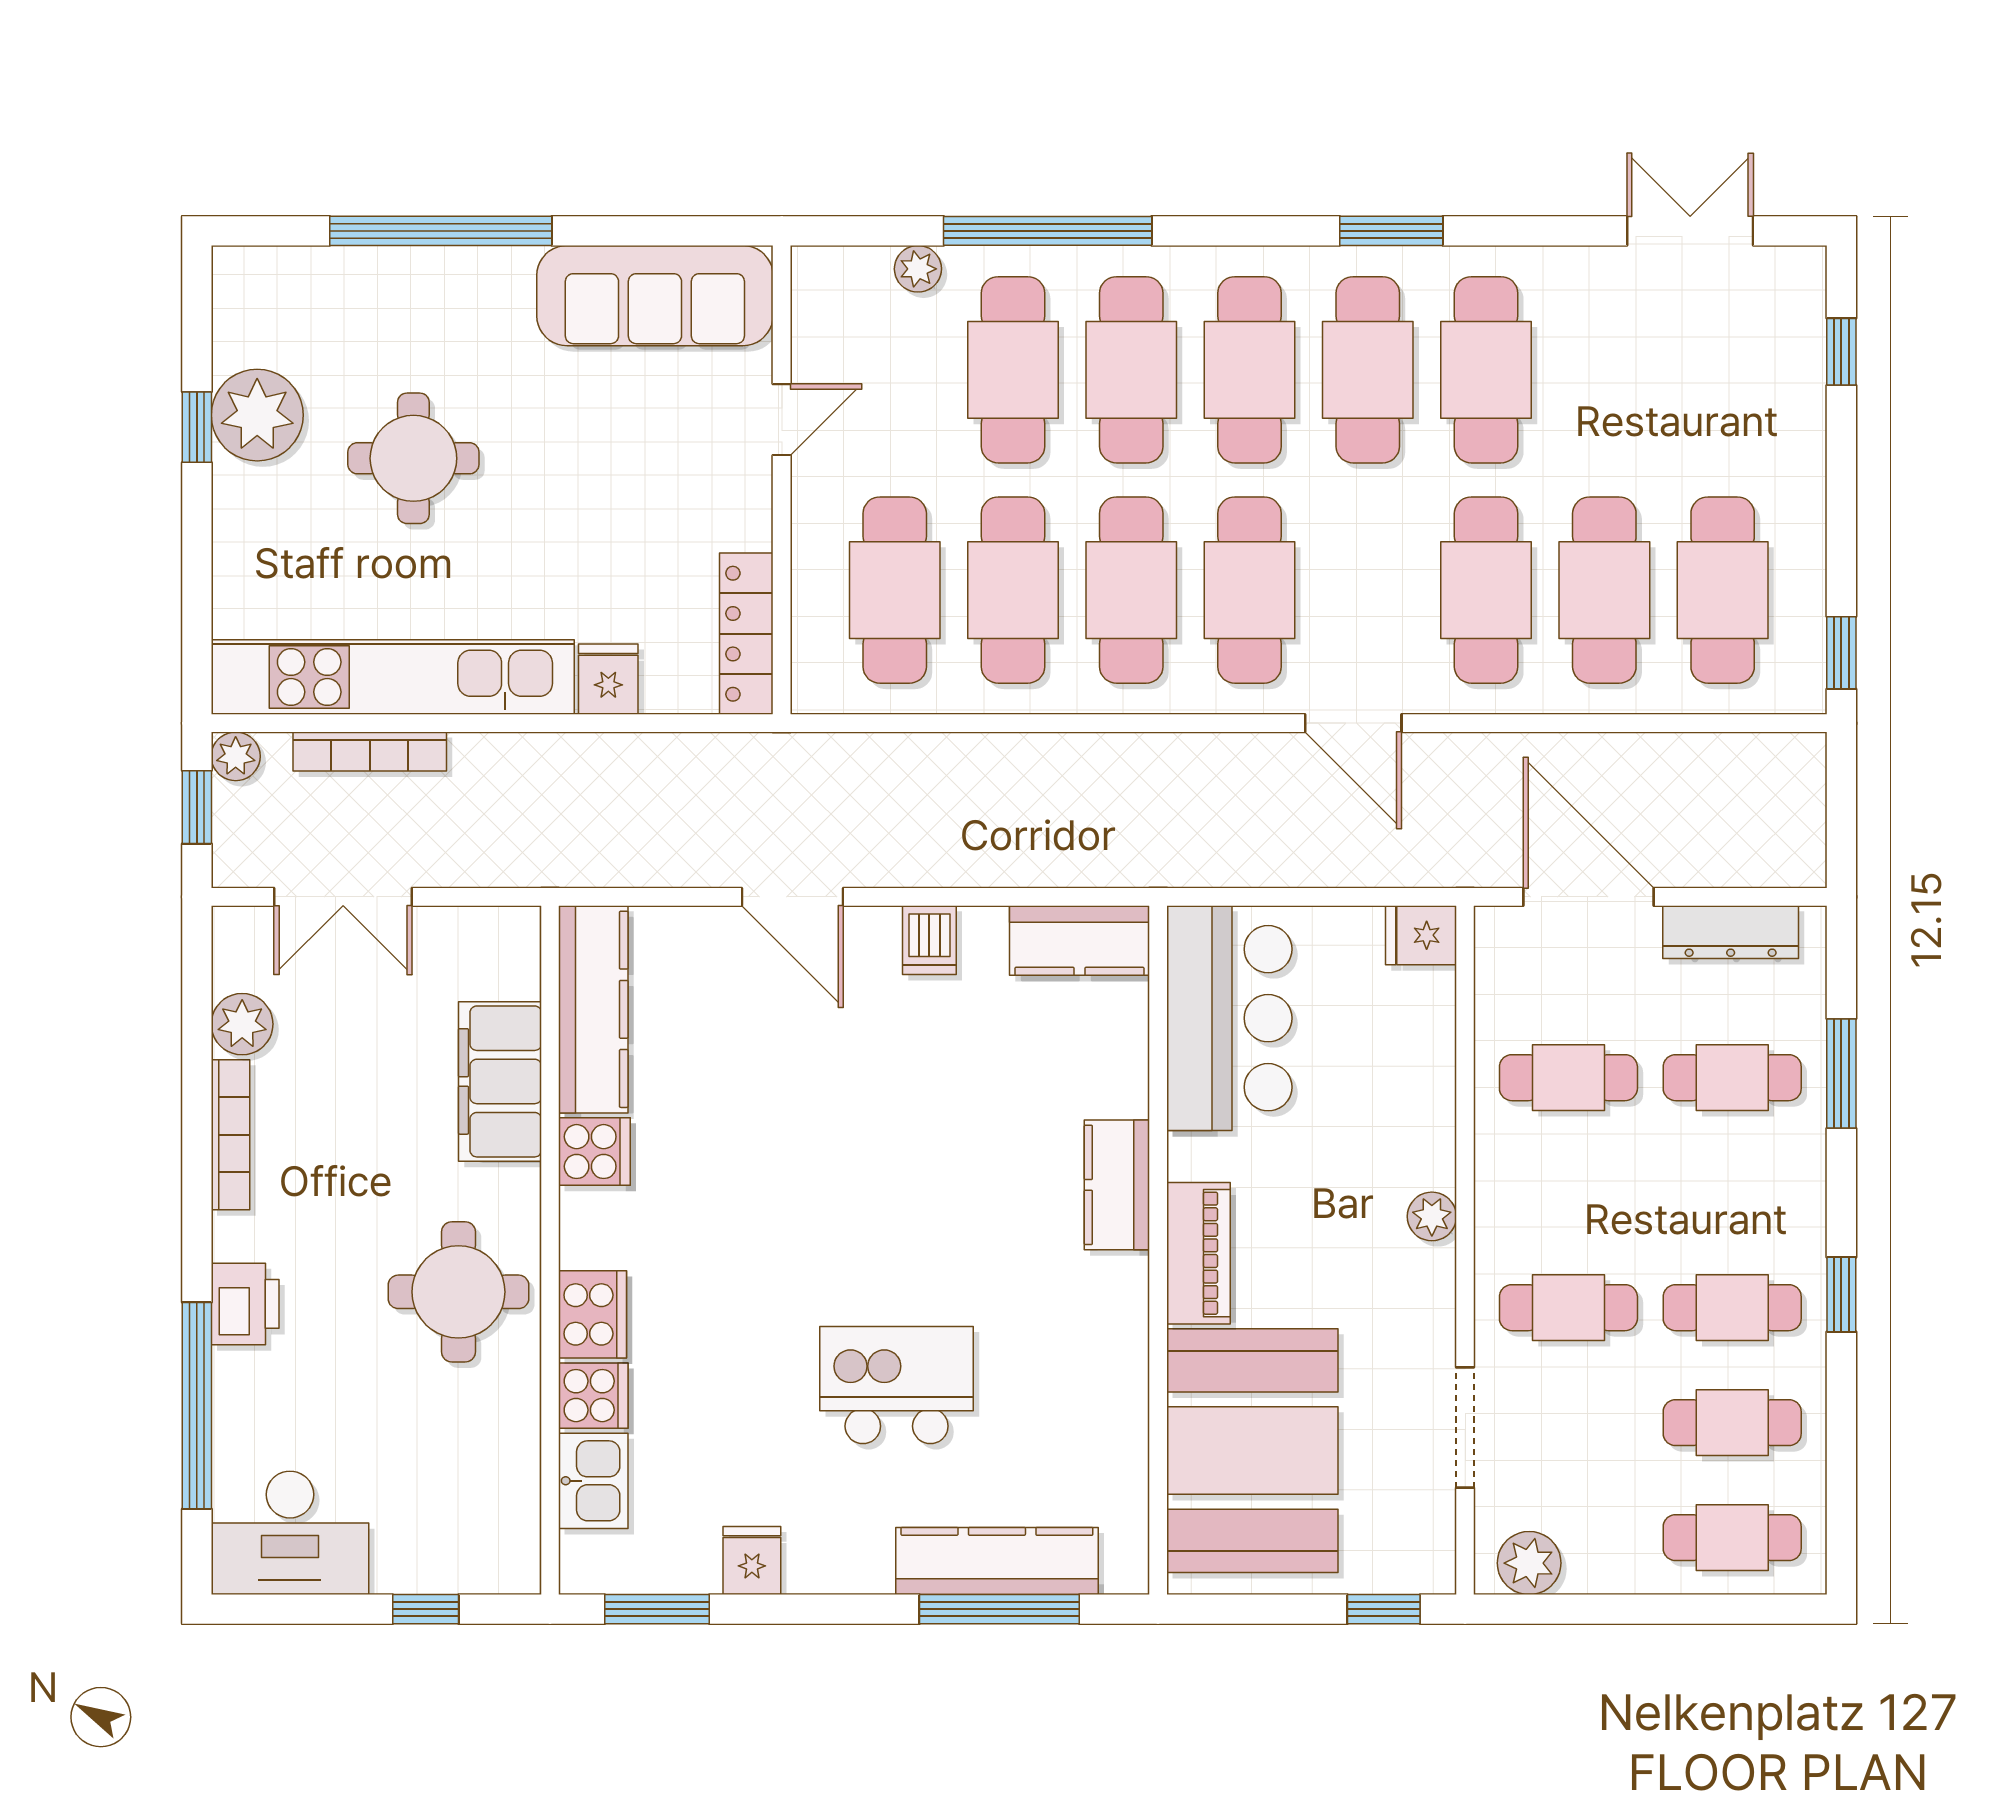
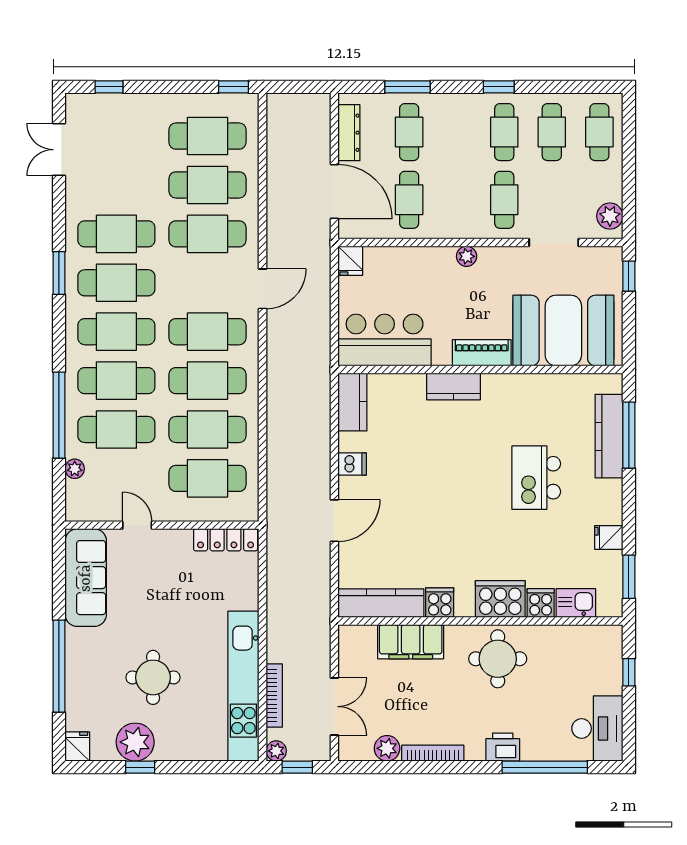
fridge: (608, 679) -> (77, 746), moved, turned 90
door: (1589, 897) -> (334, 191), swing flipped
cooker: (593, 1314) -> (500, 599), width x1.37, depth x1.31

